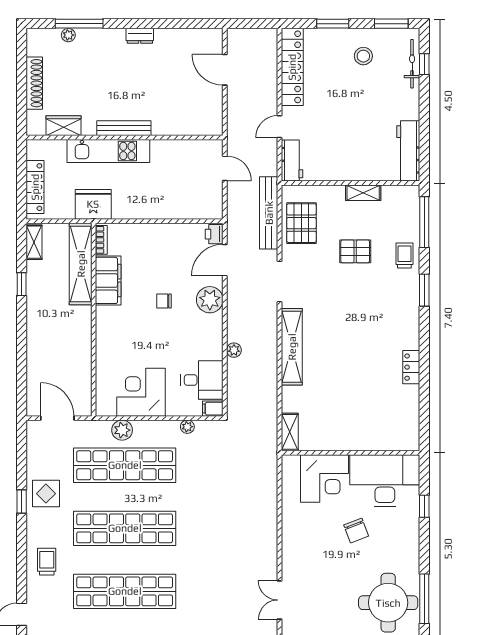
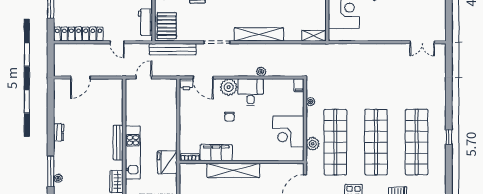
workbench: (292, 161) -> (145, 22), moved, turned -90
pallet: (301, 223) -> (167, 26), moved, turned 90
shelving: (81, 264) -> (233, 170), moved
desk: (202, 380) -> (251, 92), moved

